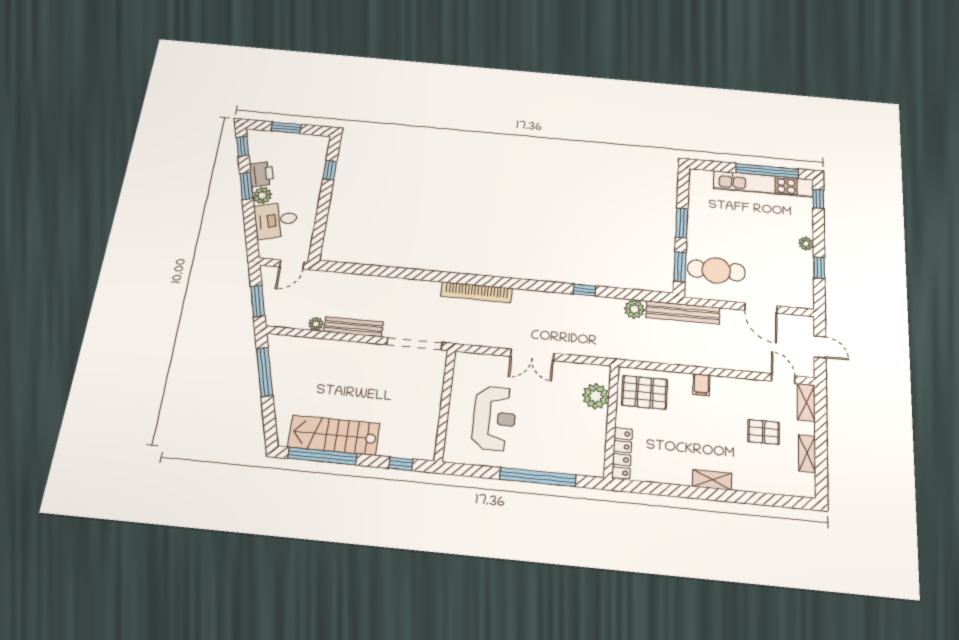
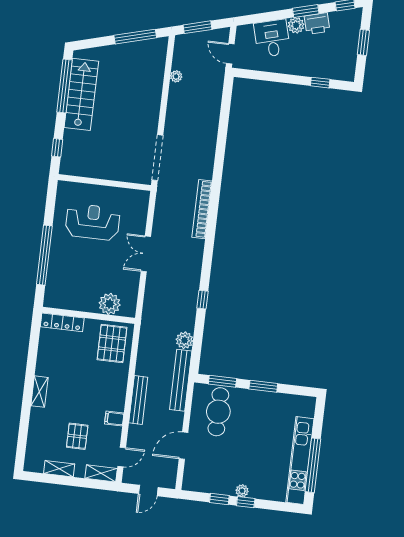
window: (818, 199) -> (246, 502), moved
bench: (353, 327) -> (138, 400), moved
filing cabinet: (701, 385) -> (114, 419), moved
reception desk: (494, 418) -> (93, 222), turned 180

